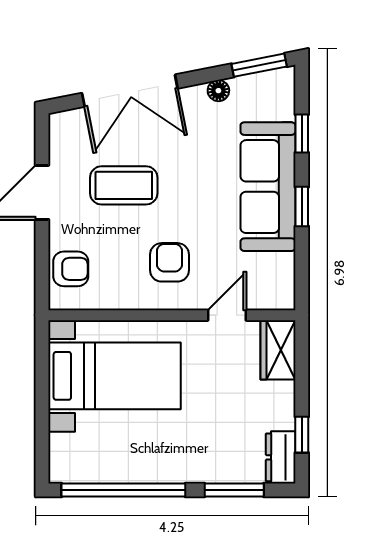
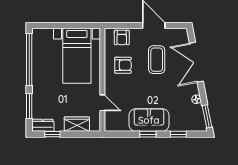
sofa: (268, 187) -> (149, 120), width x0.73
armchair: (170, 262) -> (123, 65), moved
wardrobe: (278, 350) -> (77, 124), moved

